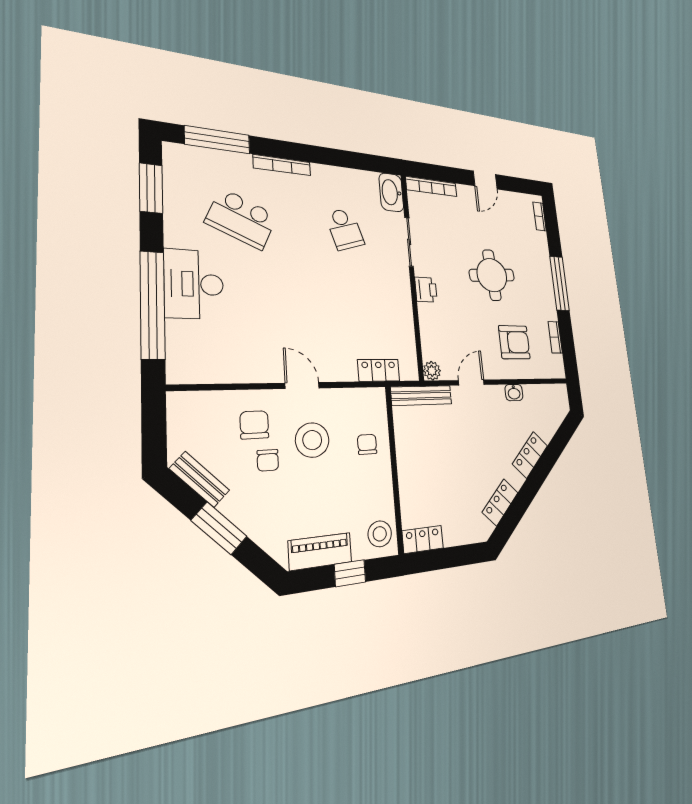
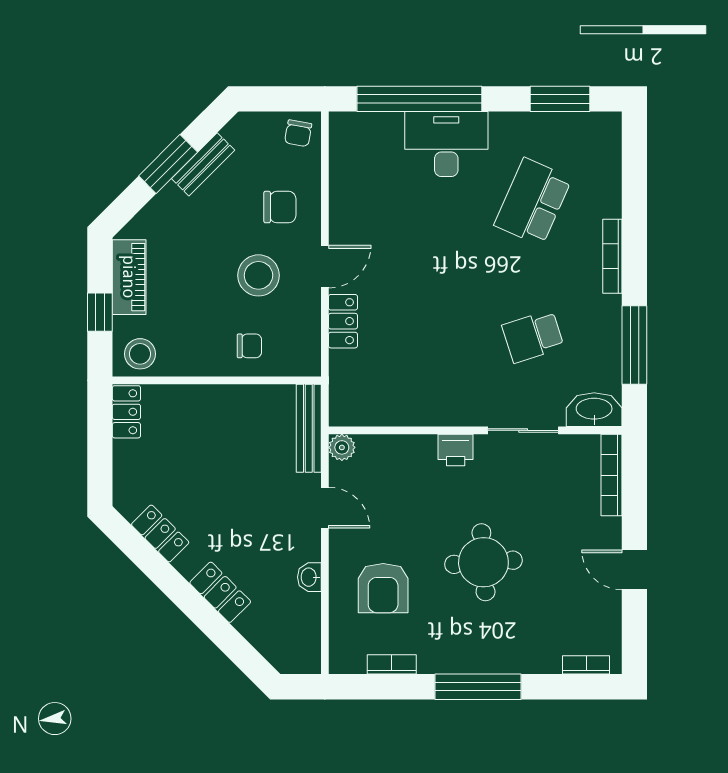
window: (217, 140) -> (634, 345), moved
locker: (379, 370) -> (343, 321), moved
chair: (268, 460) -> (298, 133), moved, turned -80
bench: (200, 479) -> (203, 164), moved

